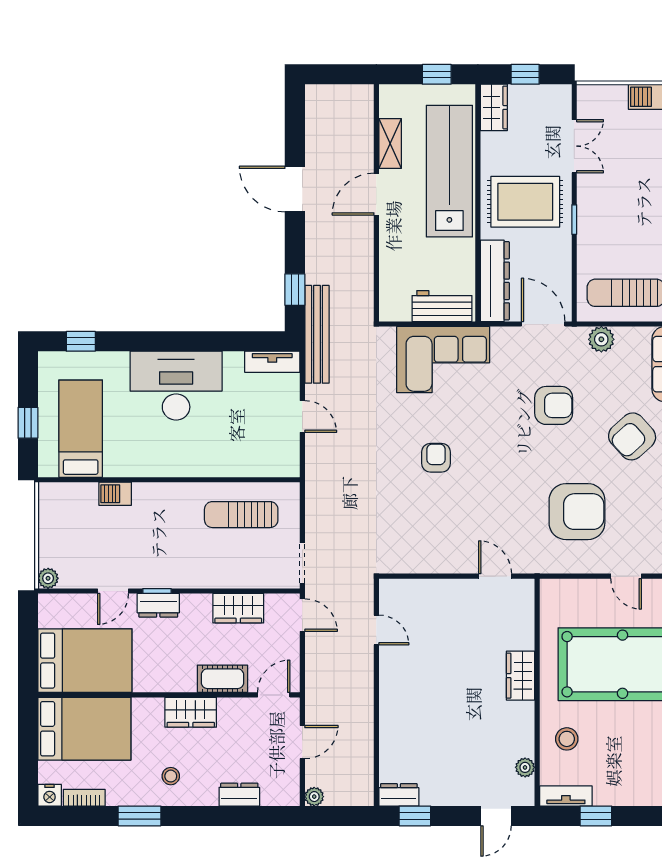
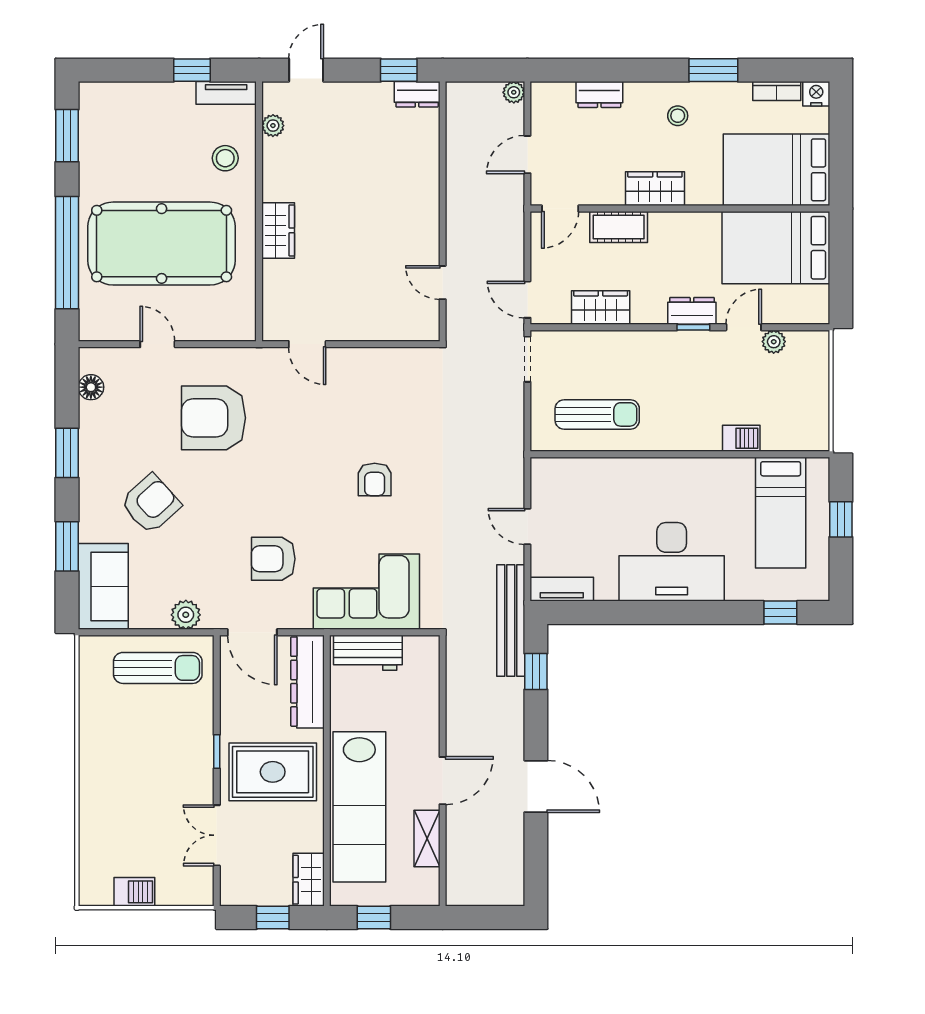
armchair: (554, 405) -> (273, 559), moved
plant: (48, 578) -> (774, 342), moved

